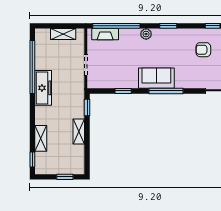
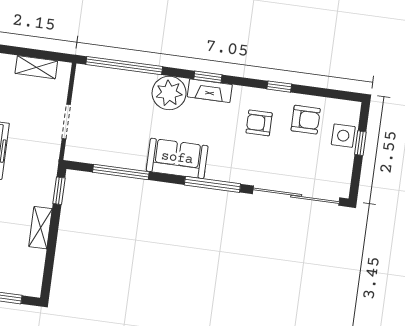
fireplace: (105, 34) -> (210, 91), moved
plant: (146, 34) -> (169, 93), width x1.87, depth x1.87
window: (123, 91) -> (121, 172), width x2.17
window: (166, 91) -> (212, 184), moved

